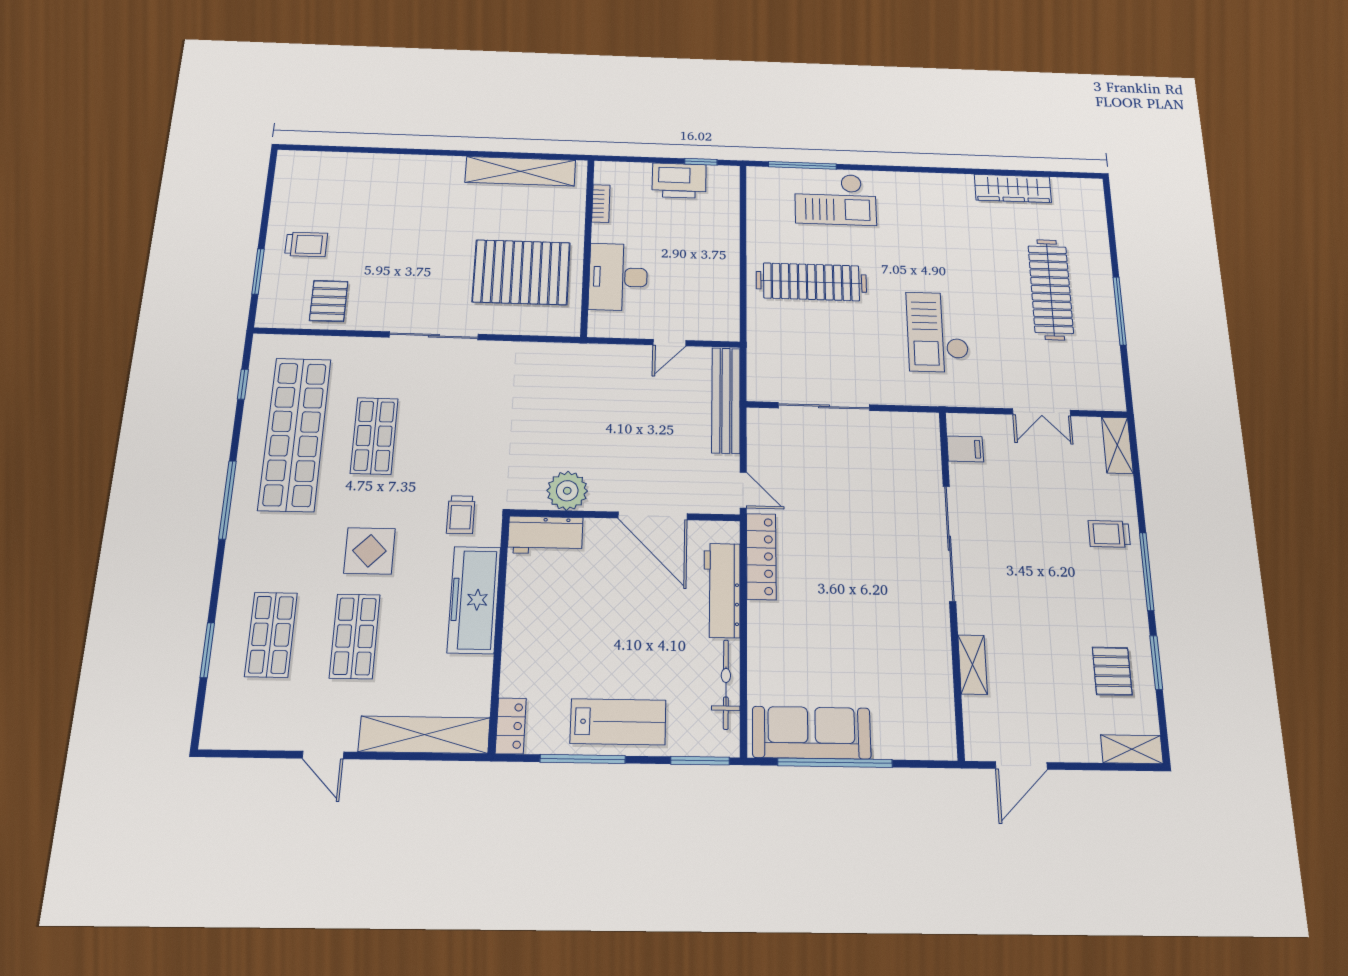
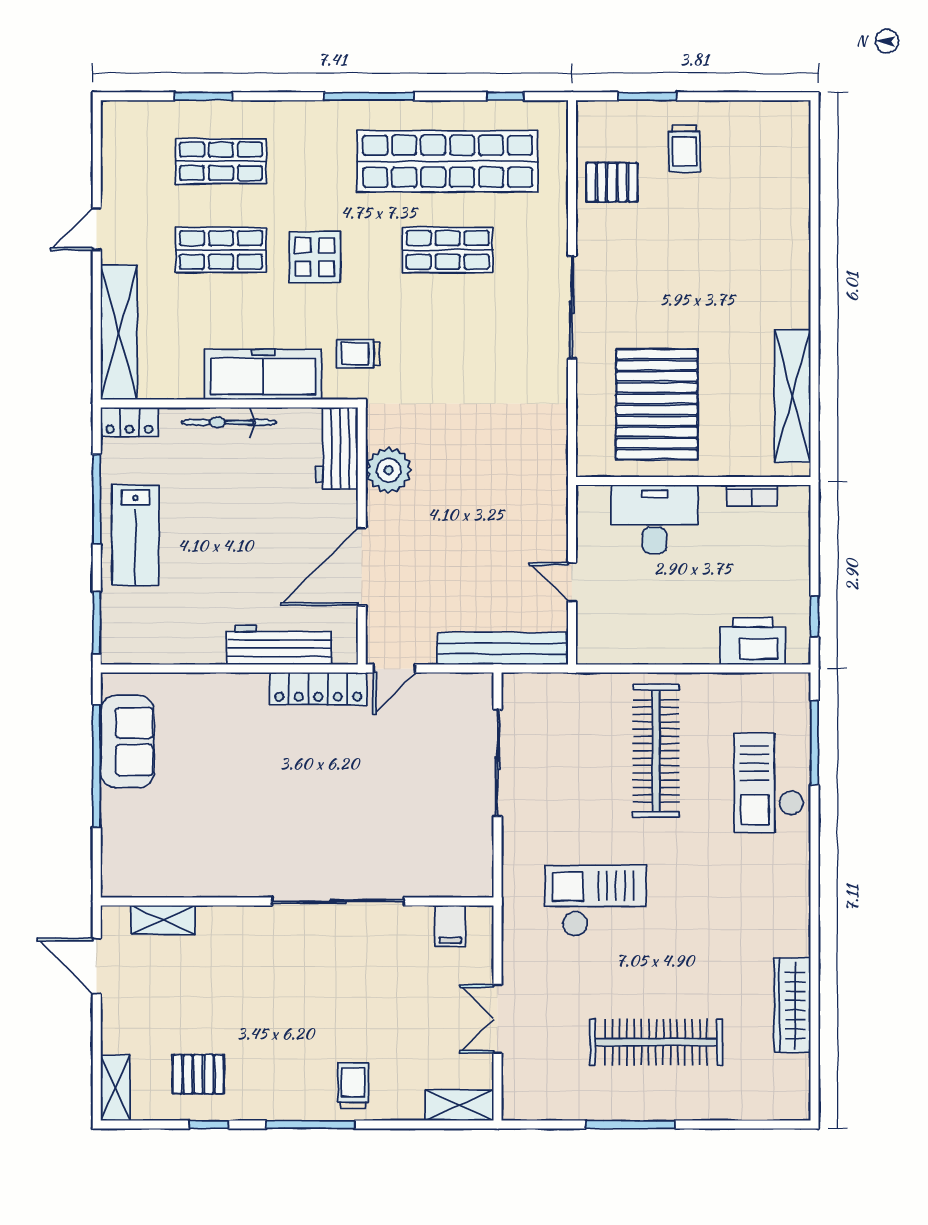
printer: (679, 181) -> (753, 641), moved, turned 90
window: (1156, 662) -> (209, 1125), width x0.67
shelving: (973, 665) -> (163, 920), moved
bicycle: (726, 684) -> (229, 422), moved, turned 180
sofa: (811, 733) -> (127, 741), width x0.73

